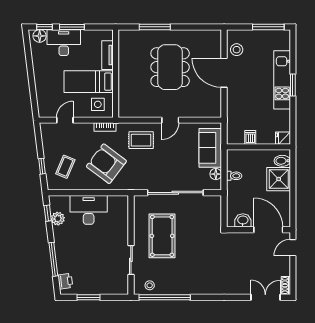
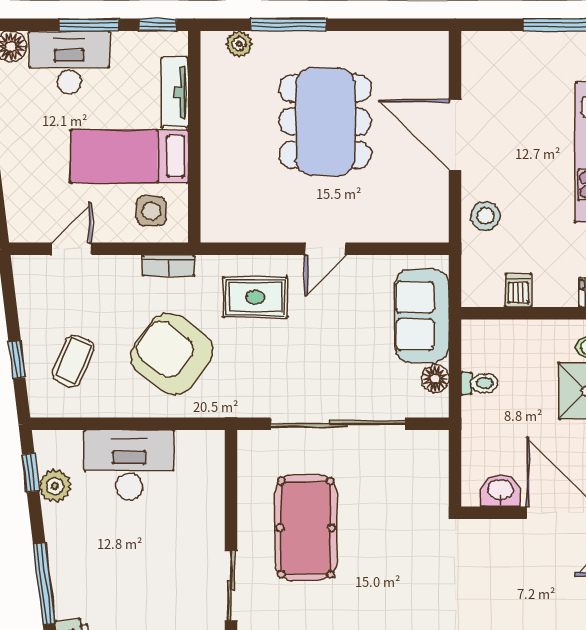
window: (45, 27) -> (158, 25), moved
plant: (134, 35) -> (239, 44), added
stool: (237, 50) -> (485, 216), moved

